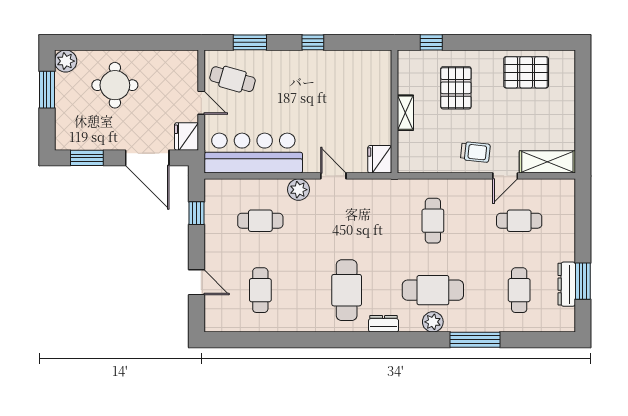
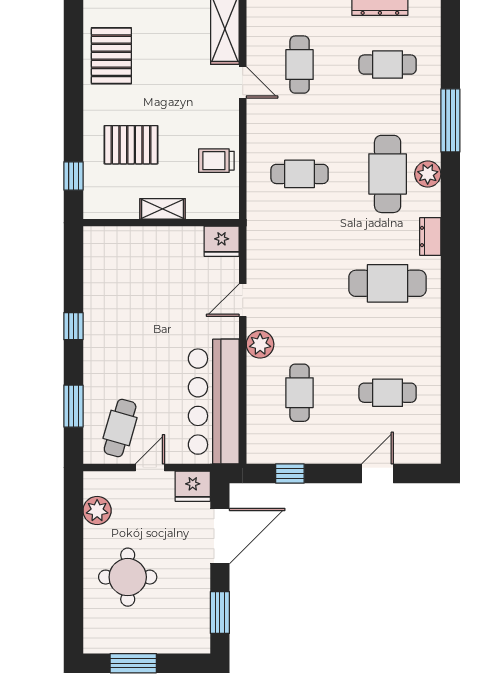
plant: (66, 61) -> (97, 511), moved
trolley: (475, 152) -> (216, 161), moved, turned -96

